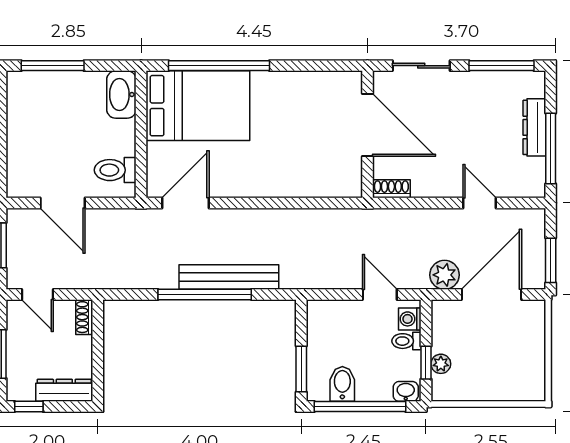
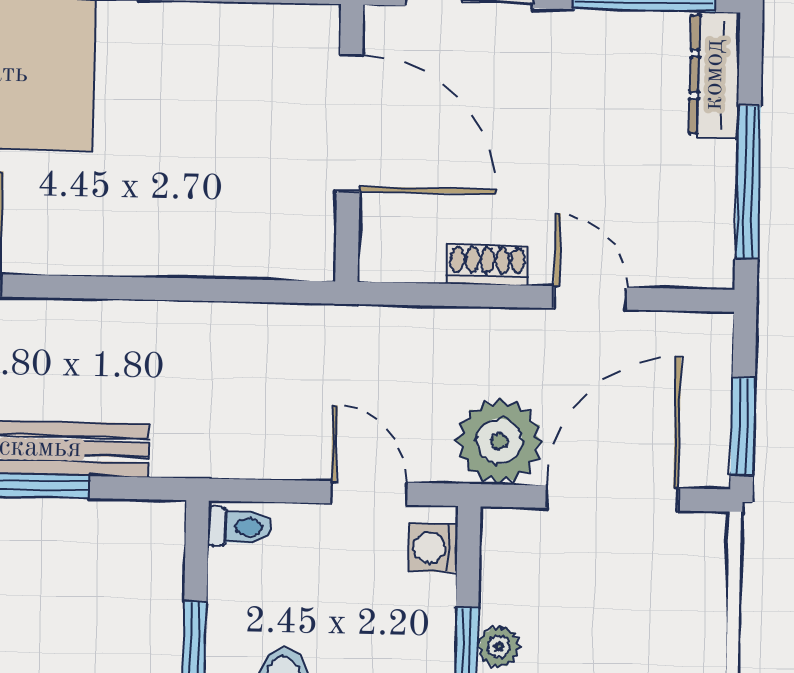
dresser: (534, 127) -> (714, 75), moved
shoe rack: (391, 189) -> (488, 265), moved
plant: (444, 275) -> (499, 441), width x1.36, depth x1.36
toilet: (406, 341) -> (240, 527), moved, turned 180

